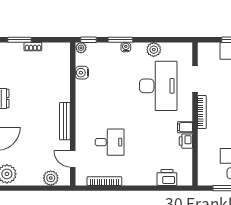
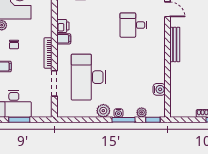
plant: (81, 48) -> (142, 112), moved
plant: (154, 50) -> (103, 111), moved

